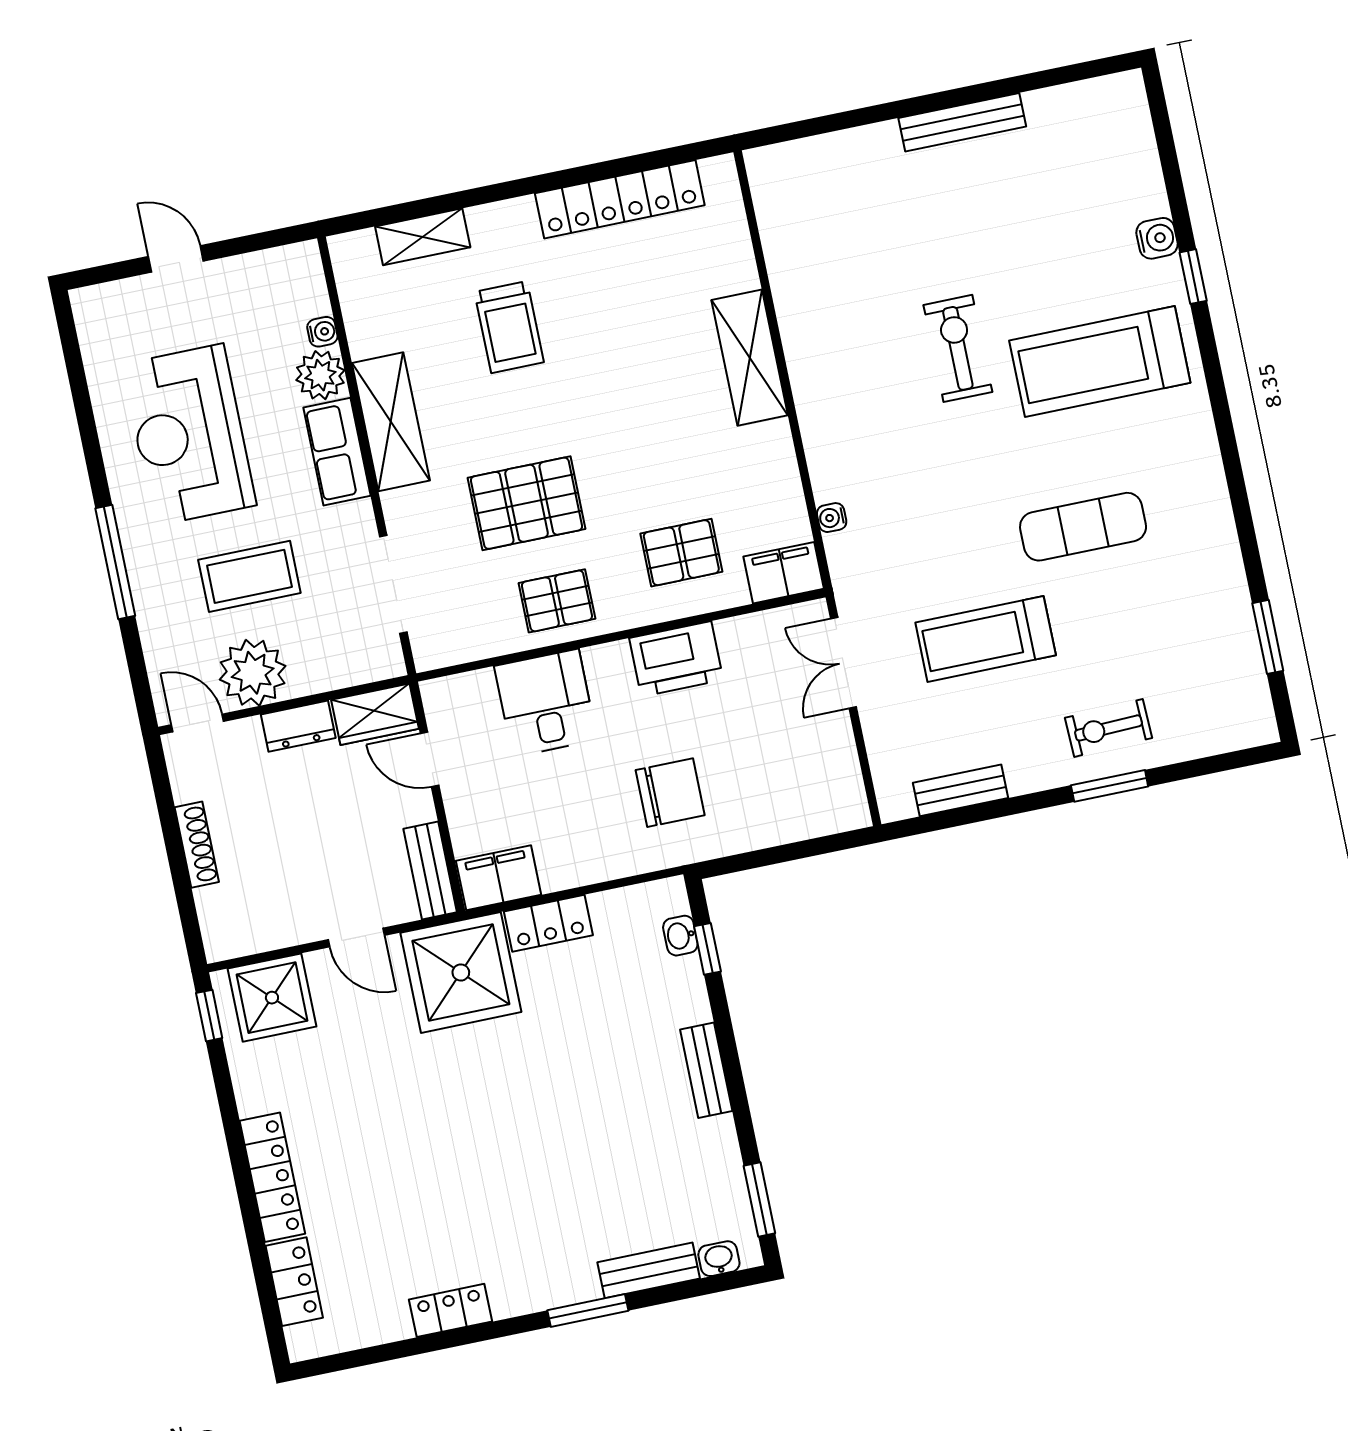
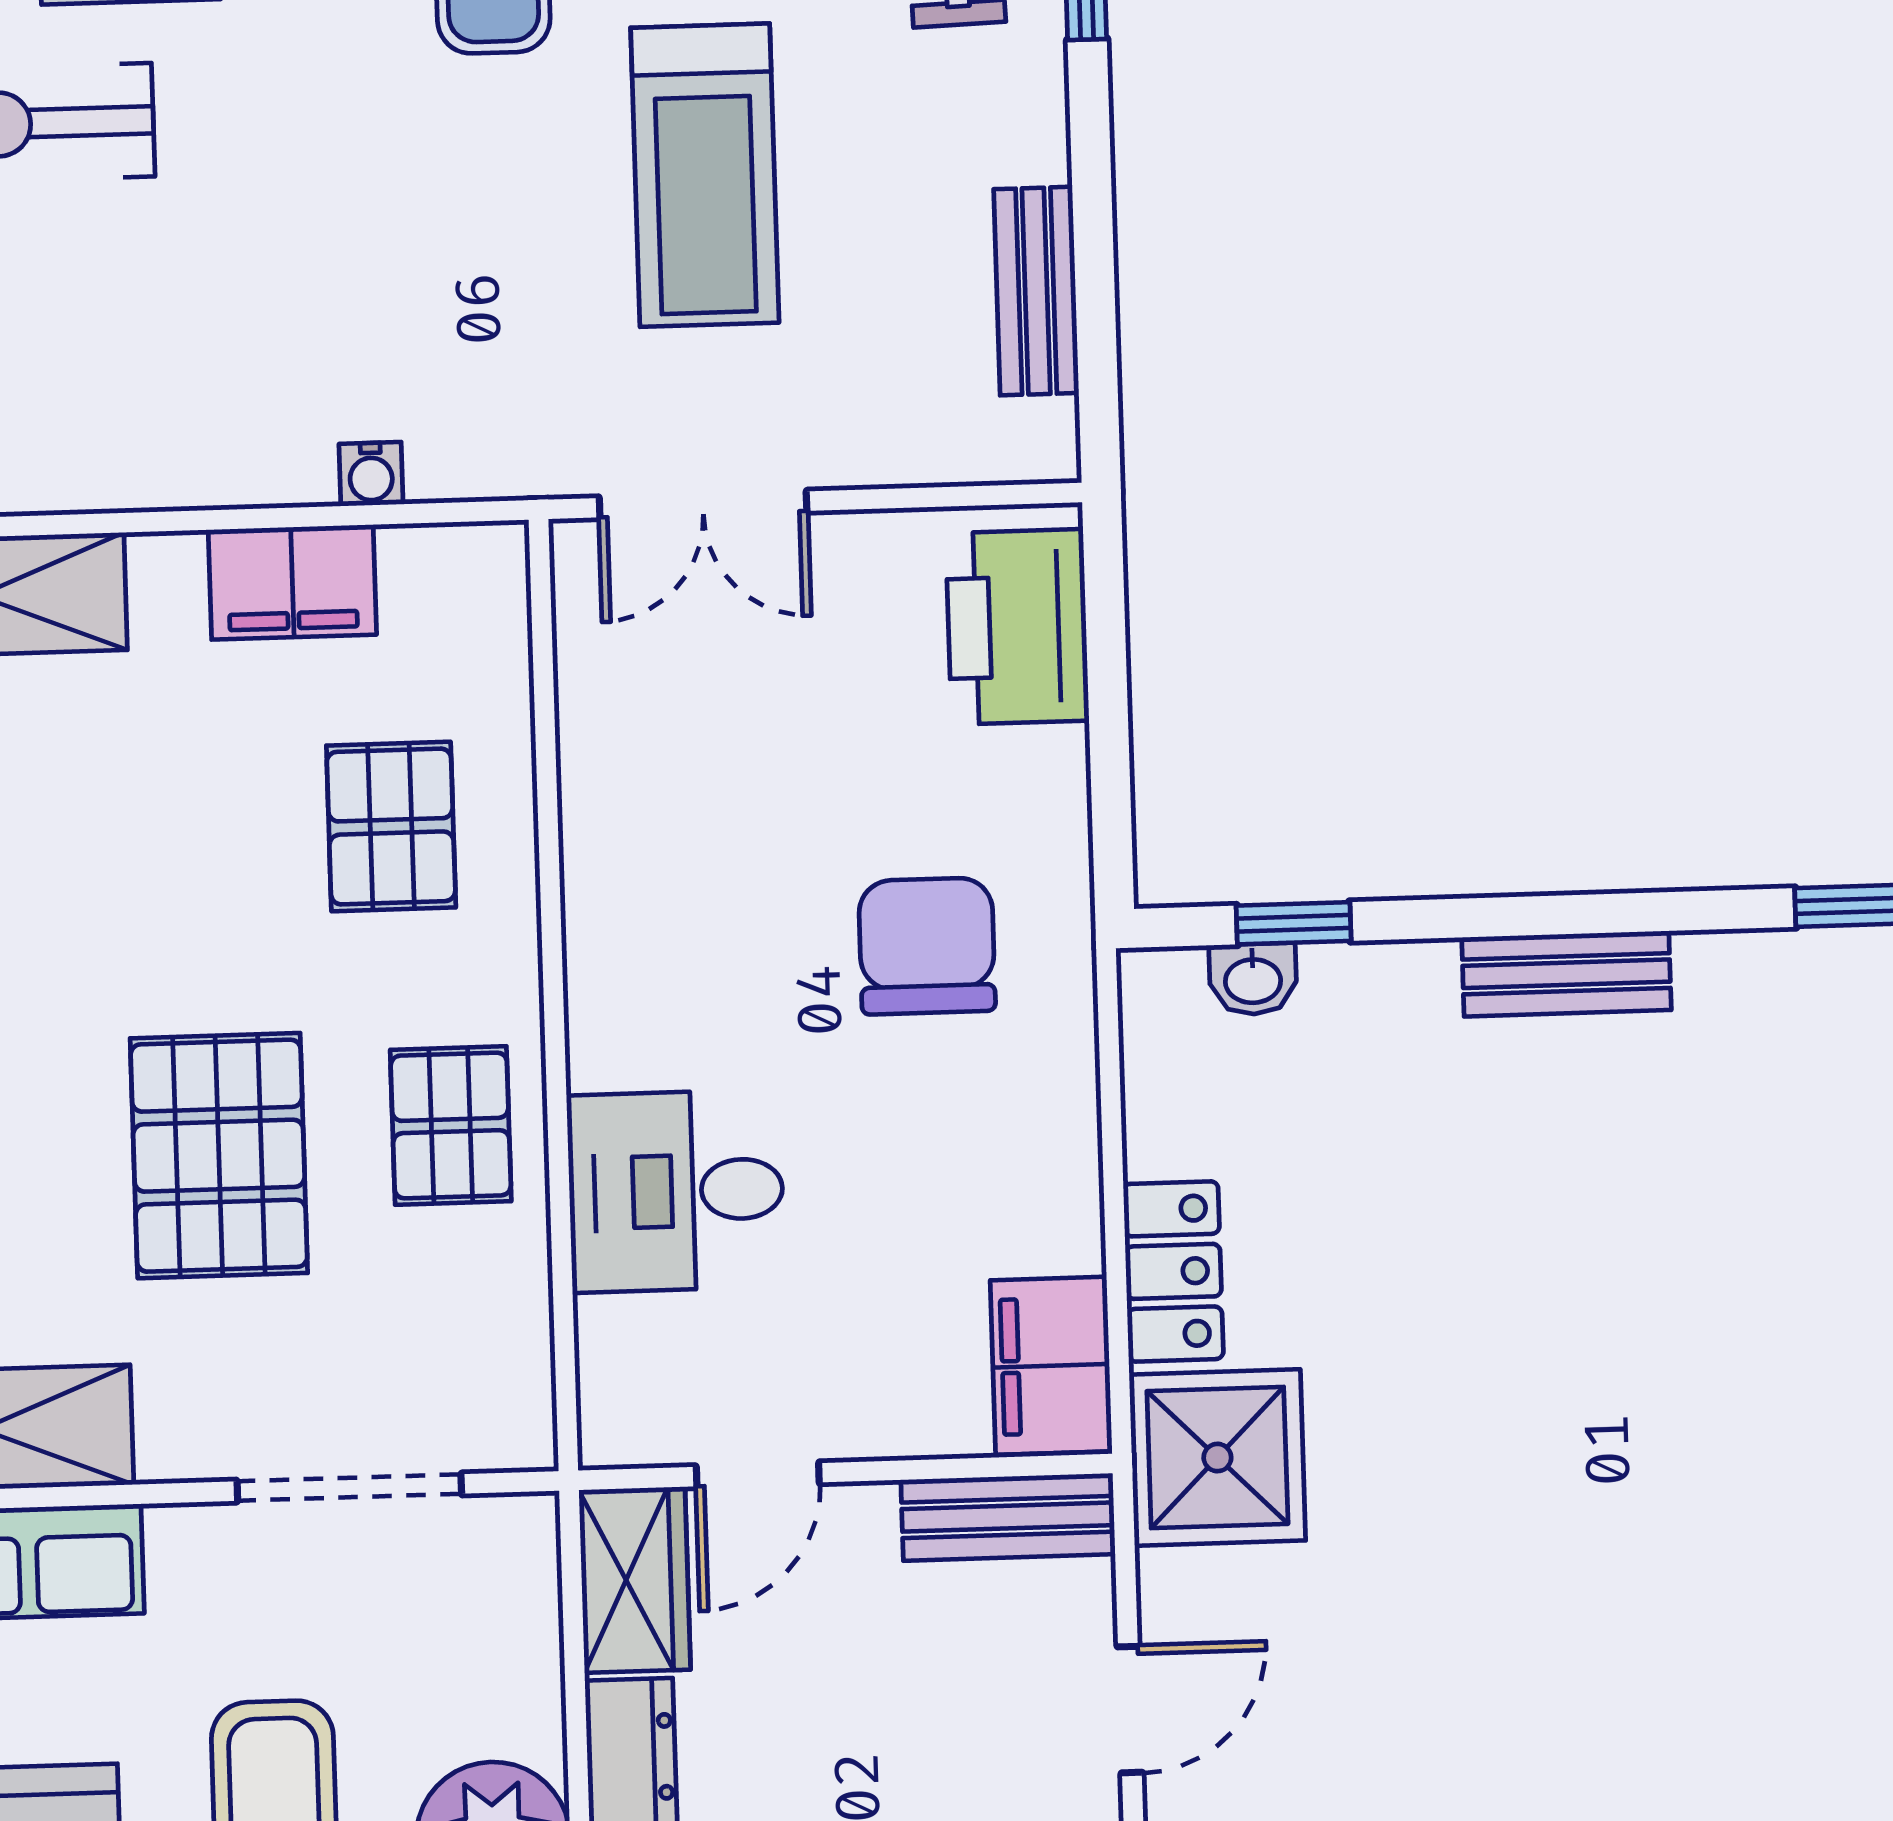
filing cabinet: (784, 573) -> (292, 582), moved, turned -90
printer: (676, 659) -> (1017, 627), moved, turned 180
shower: (461, 972) -> (1217, 1458), width x0.73, depth x0.73

